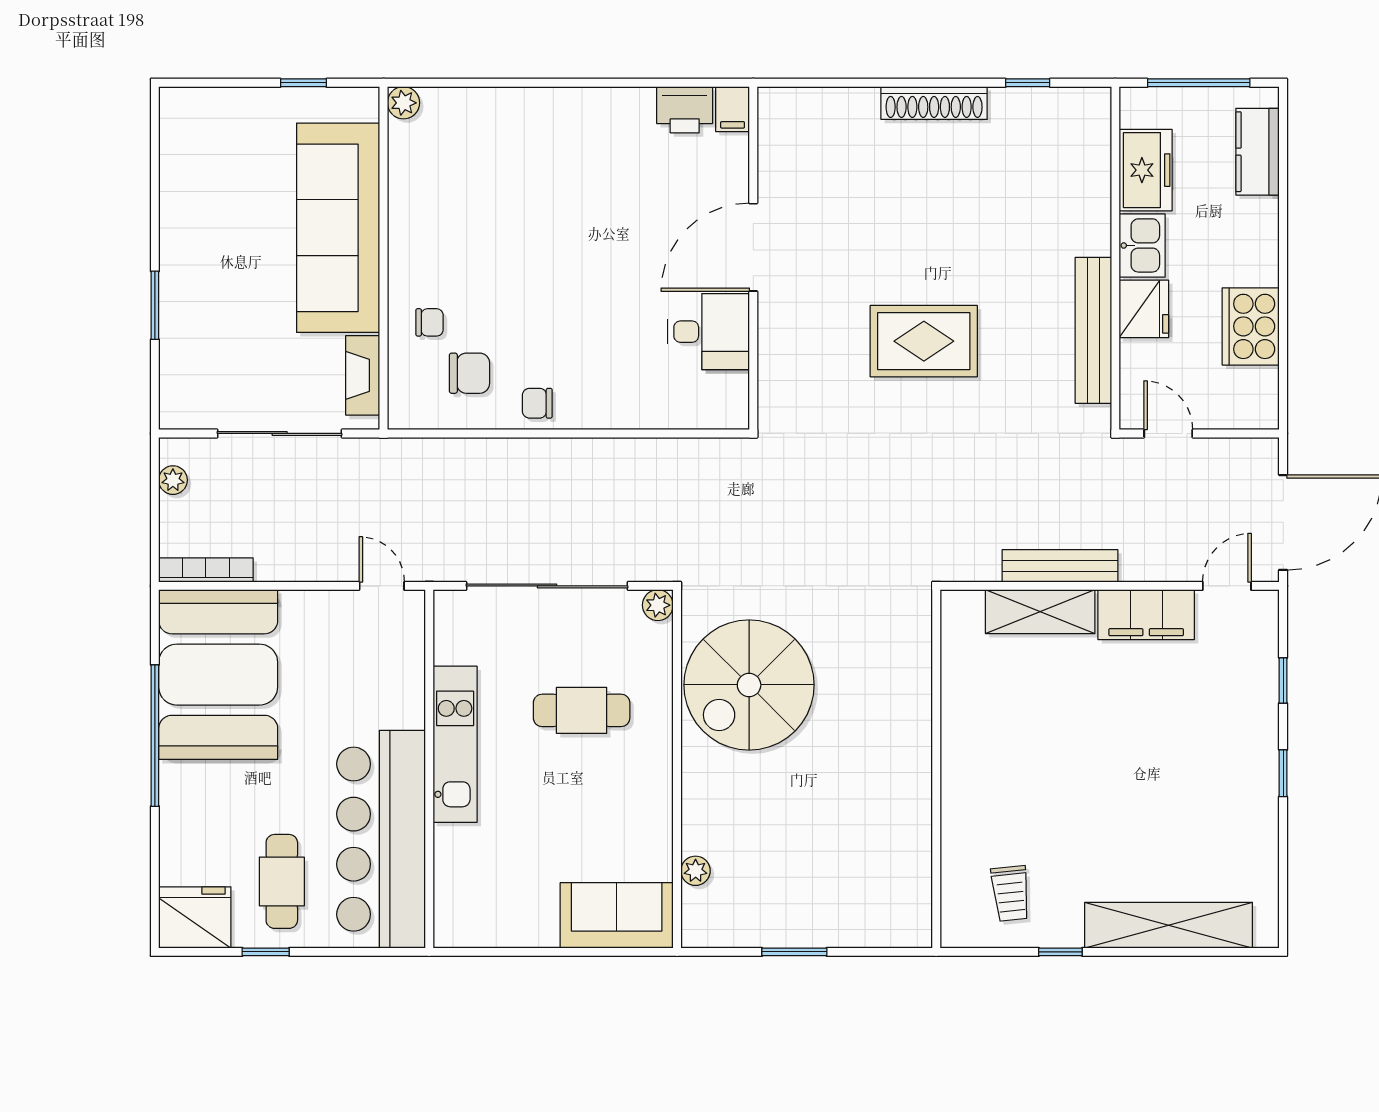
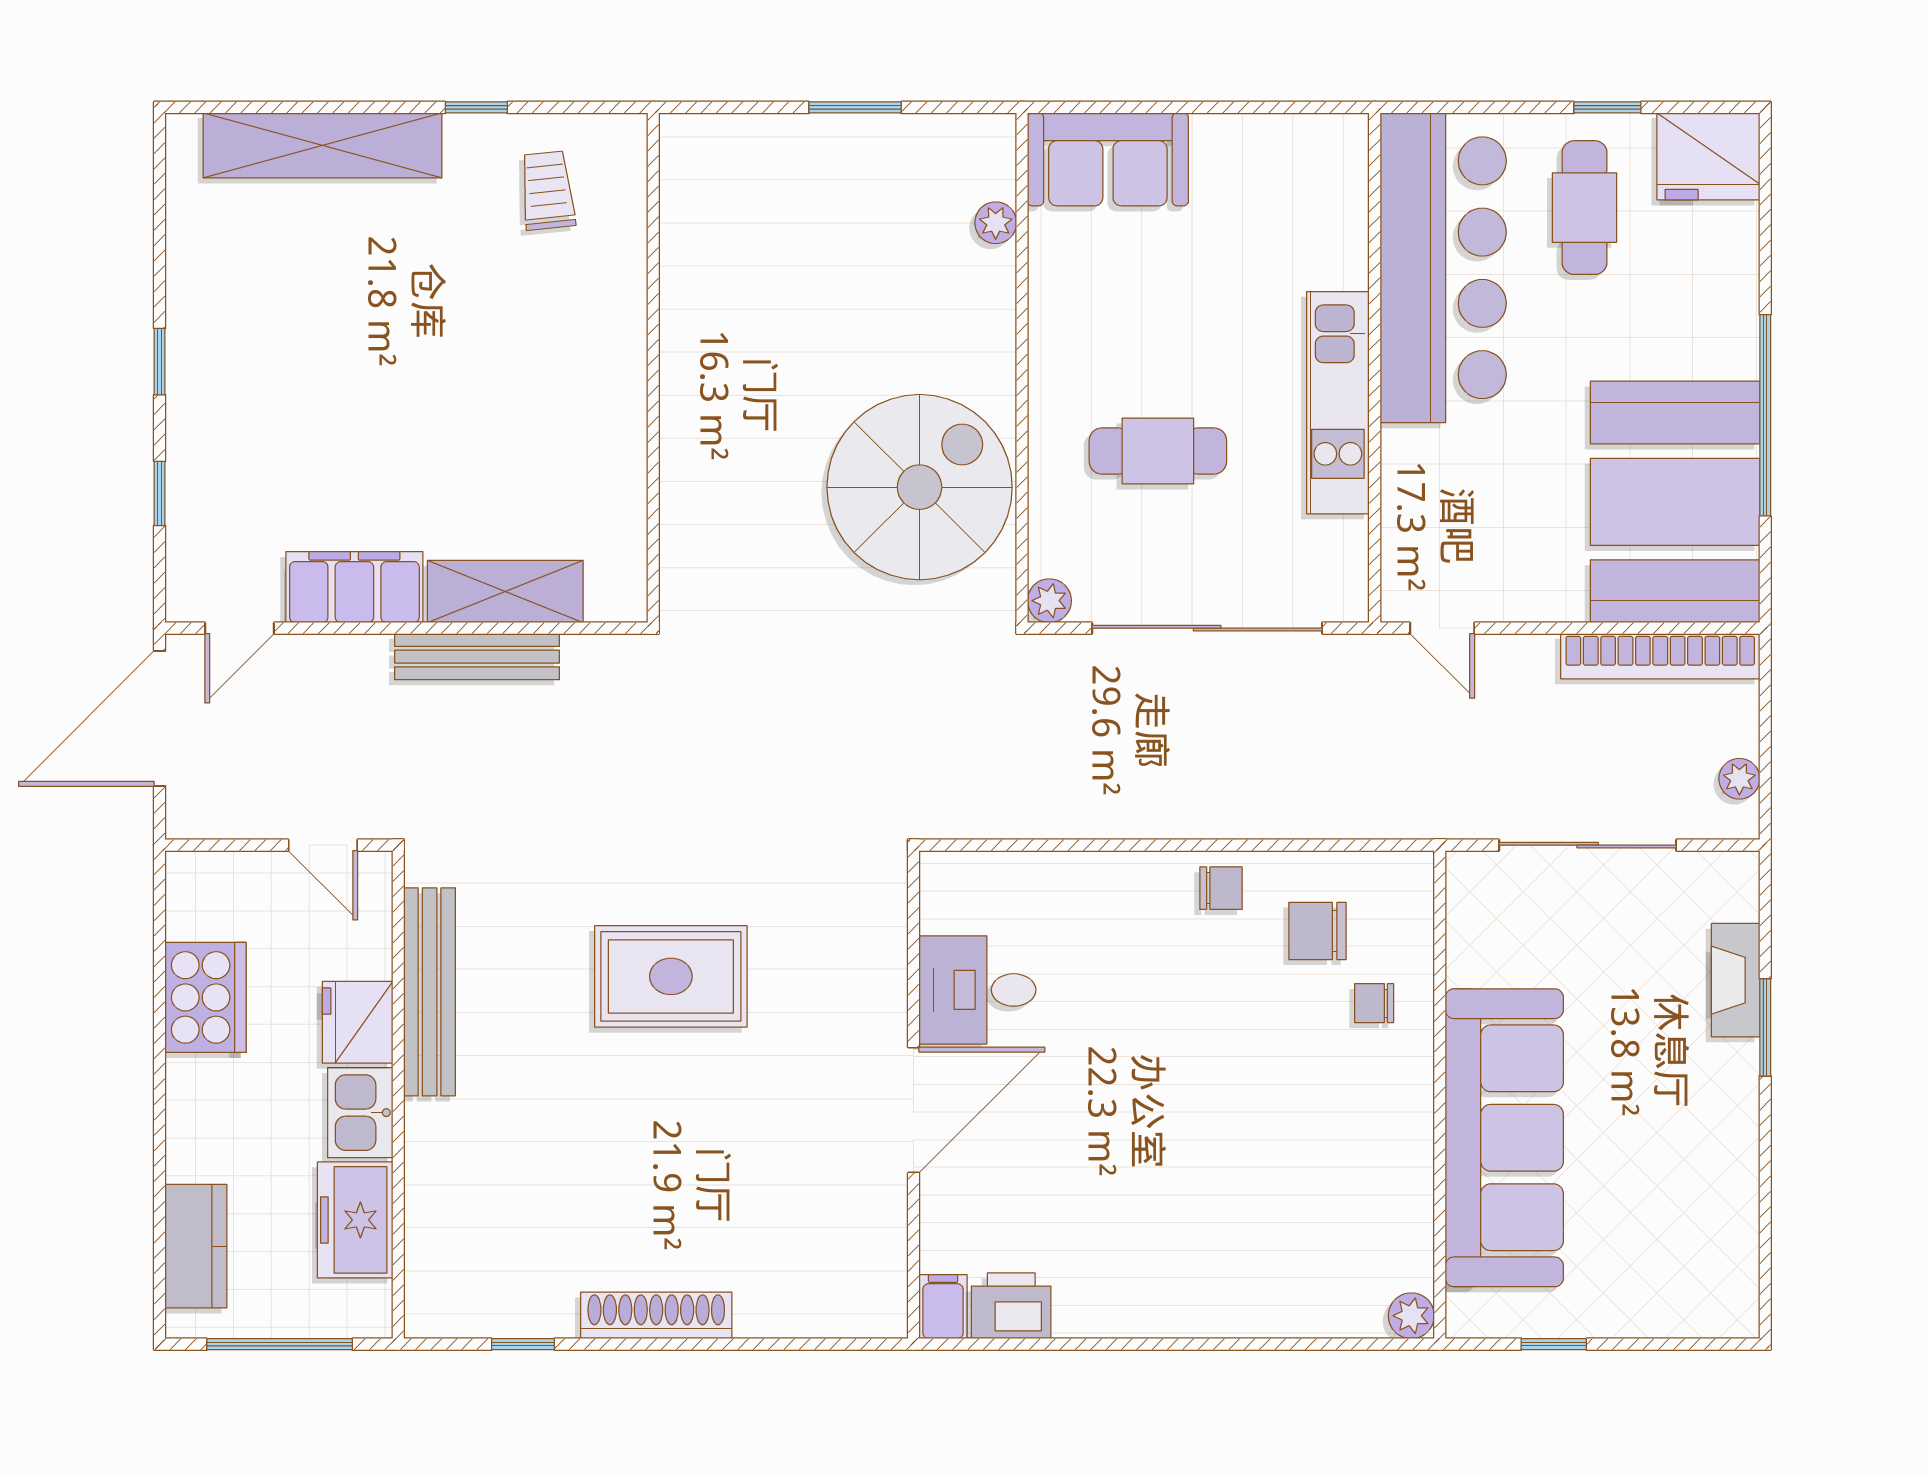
fireplace: (363, 375) -> (1736, 980), moved, turned 180
bookcase: (206, 570) -> (1660, 656), width x1.48, depth x1.31

